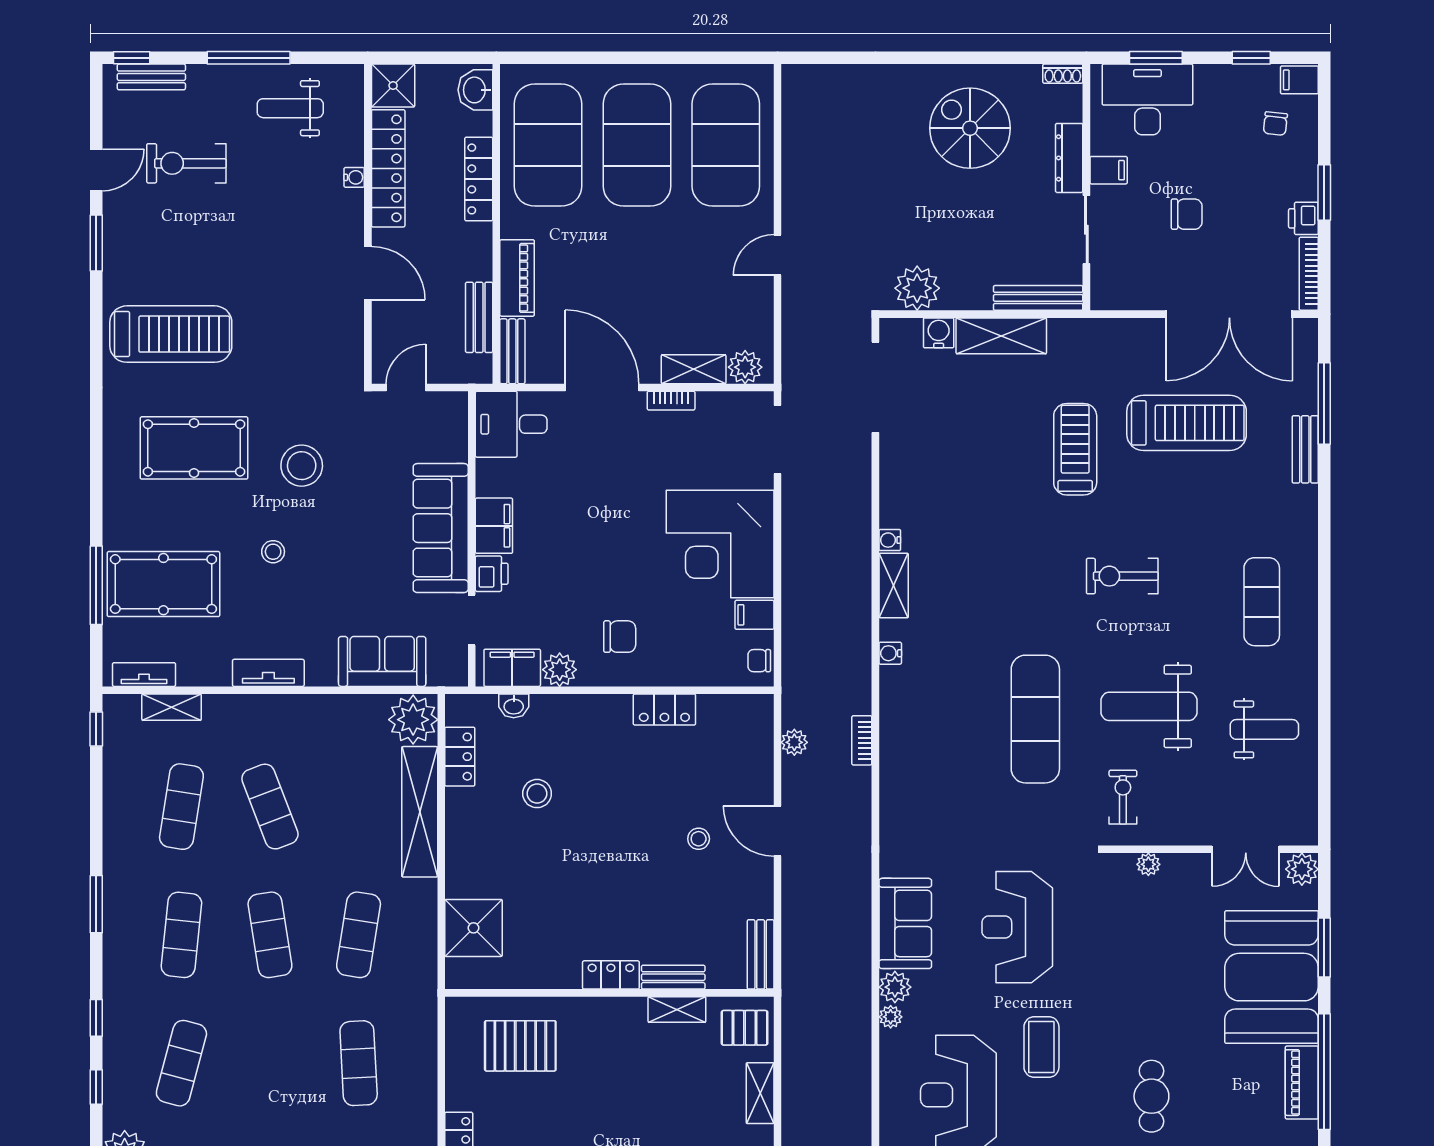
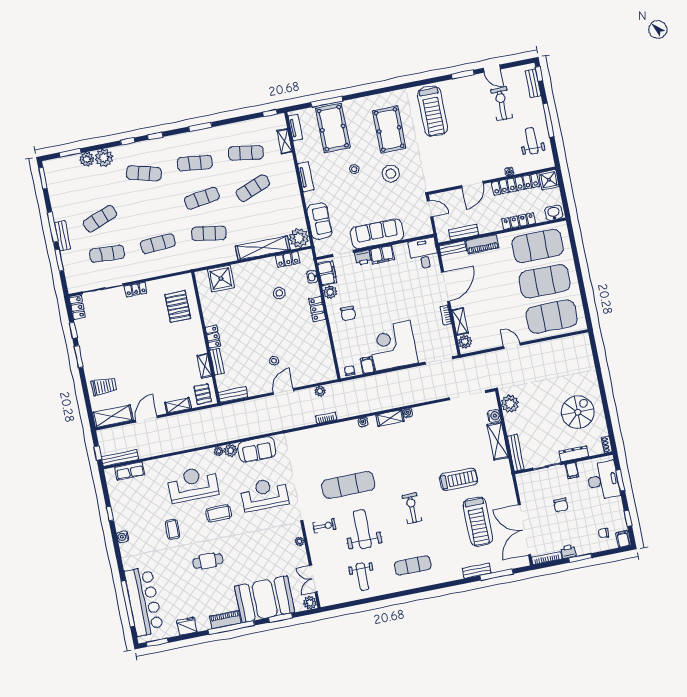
locker: (664, 710) -> (317, 309), moved

